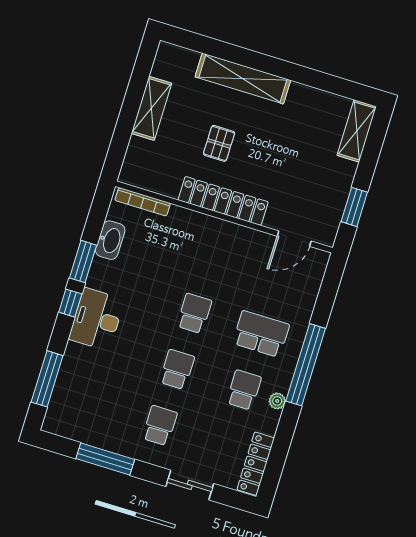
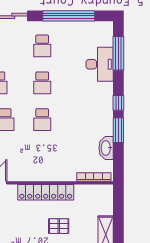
pallet: (219, 143) -> (59, 226), turned 90
desk: (97, 319) -> (100, 64), moved
window: (105, 459) -> (69, 16), width x1.46

